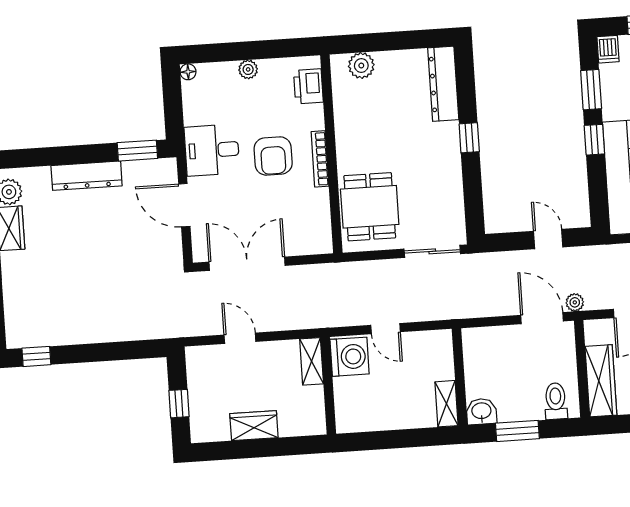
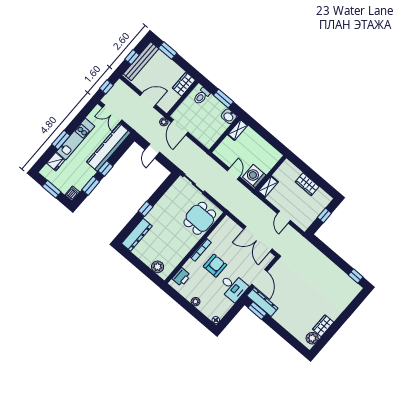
dresser: (87, 176) -> (262, 302), moved
wardrobe: (601, 381) -> (184, 84), width x0.67

